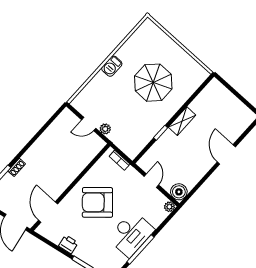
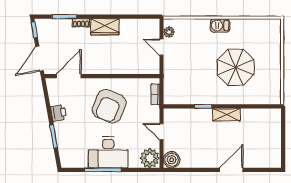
plant: (105, 129) -> (169, 32), moved
wardrobe: (36, 152) -> (105, 27), added
door: (151, 181) -> (161, 132), swing flipped
armchair: (97, 202) -> (109, 106), turned -115
plant: (169, 207) -> (150, 158), width x1.88, depth x1.88

